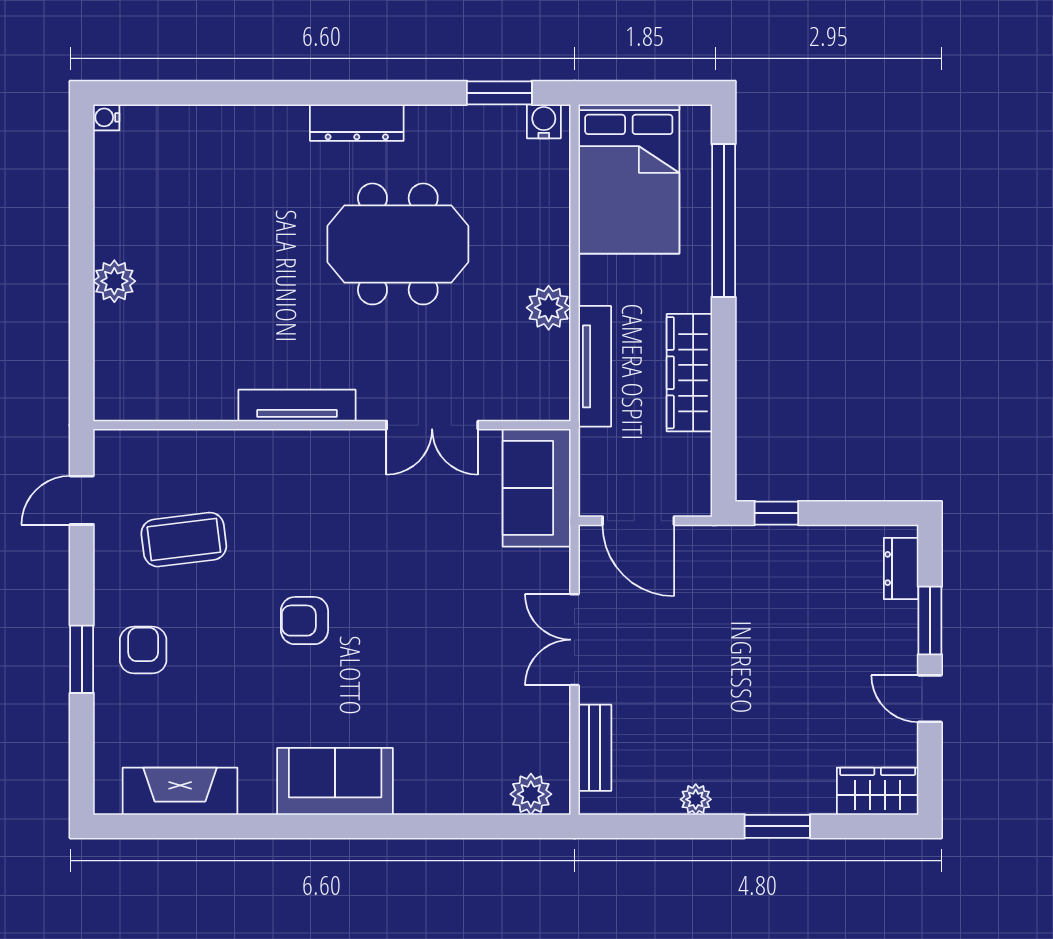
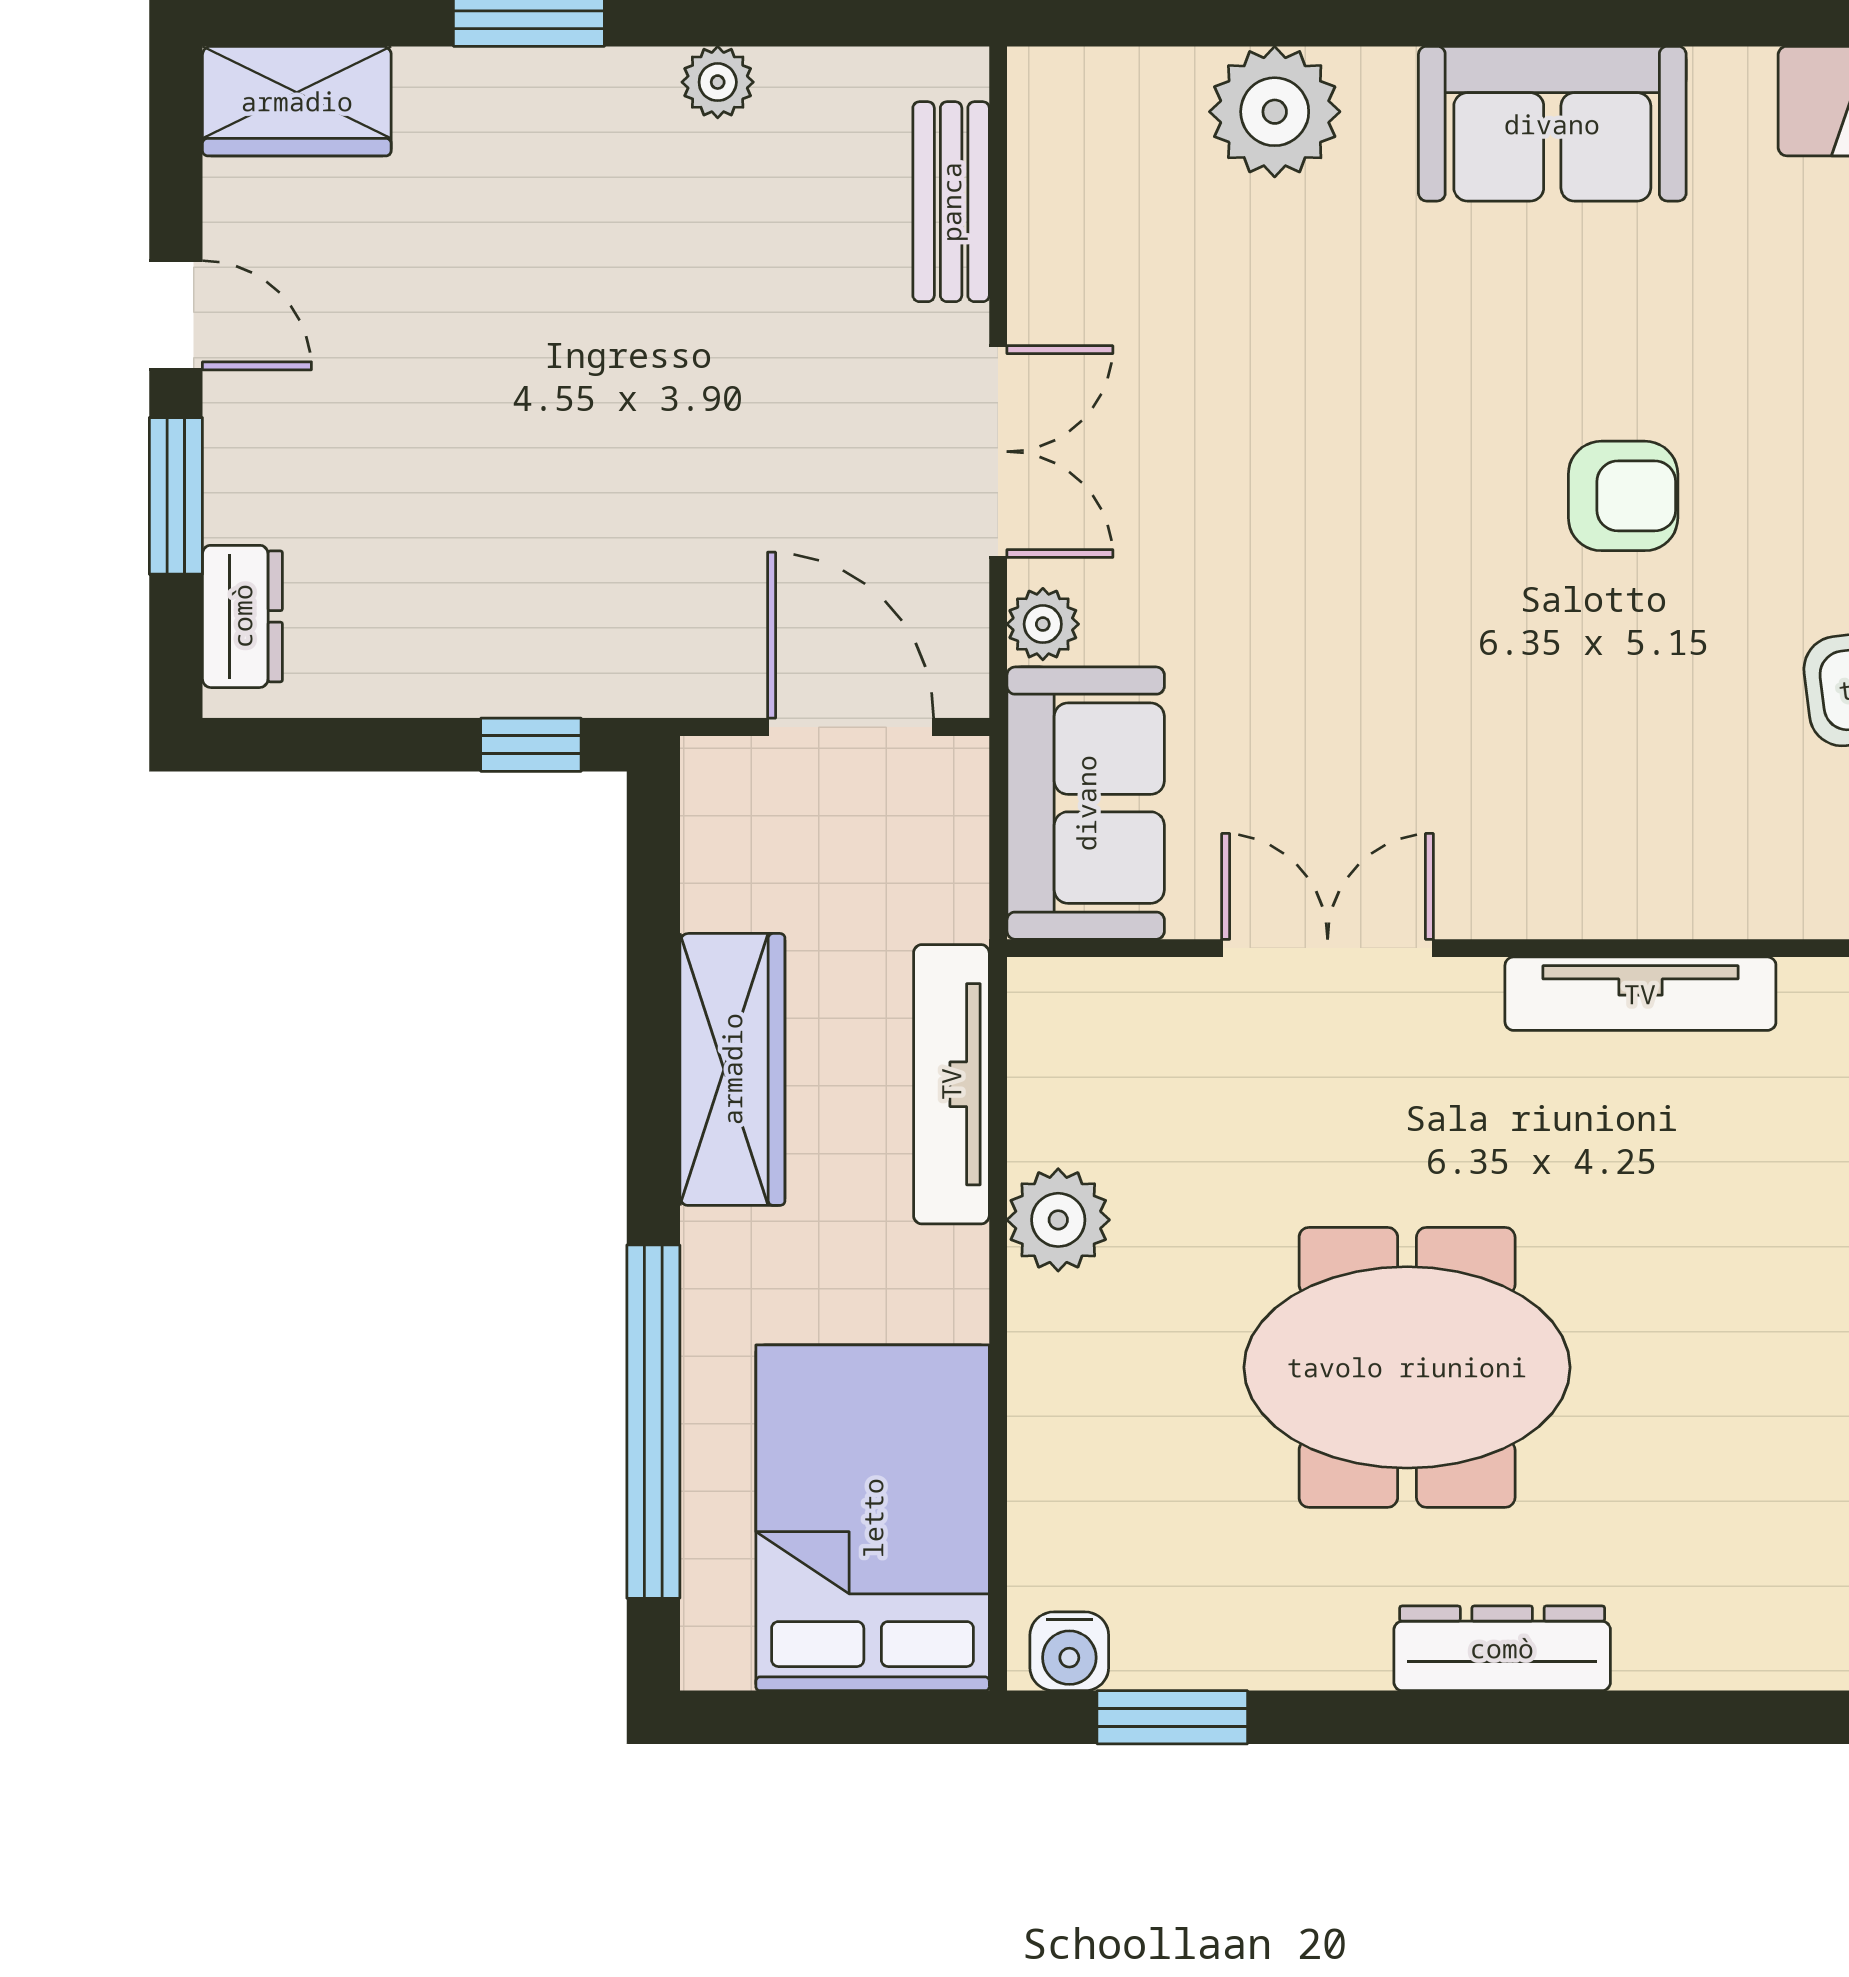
plant: (555, 565) -> (1043, 624), added
plant: (531, 794) -> (1275, 112), moved, width x1.36, depth x1.36

